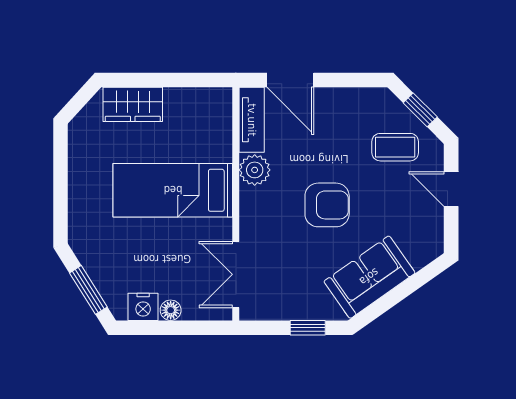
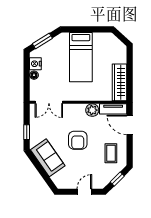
door: (290, 80) -> (130, 125), hinge flipped
wardrobe: (133, 104) -> (120, 82), moved, width x1.50
coffee table: (395, 147) -> (111, 153), moved
bed: (173, 190) -> (81, 57), moved, turned 180
double door: (236, 274) -> (49, 102), swing flipped

